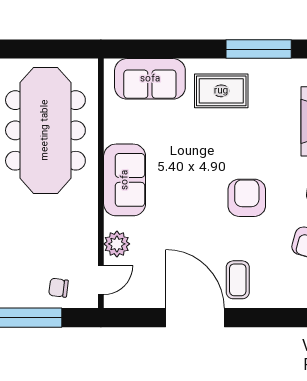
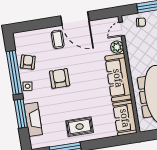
sofa: (150, 79) -> (125, 118), moved, turned -90
sofa: (125, 180) -> (118, 78), width x1.36
armchair: (247, 198) -> (60, 78), turned 180

